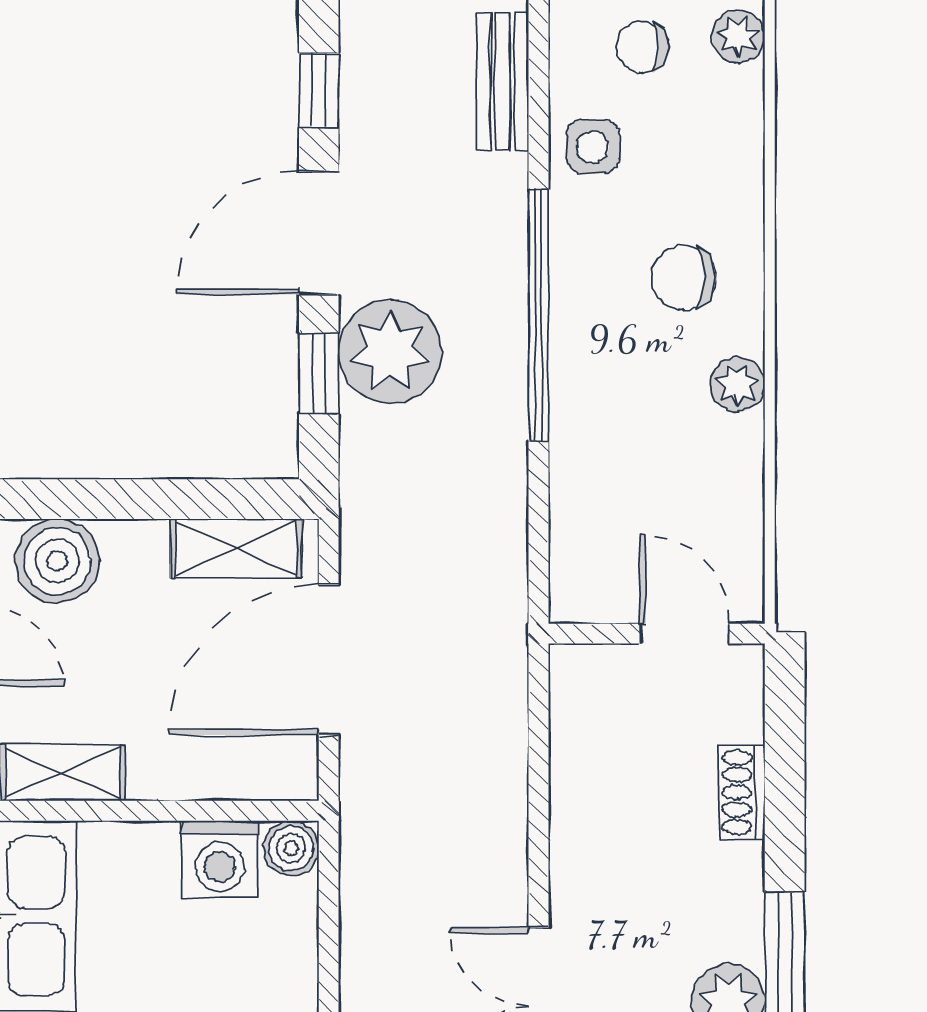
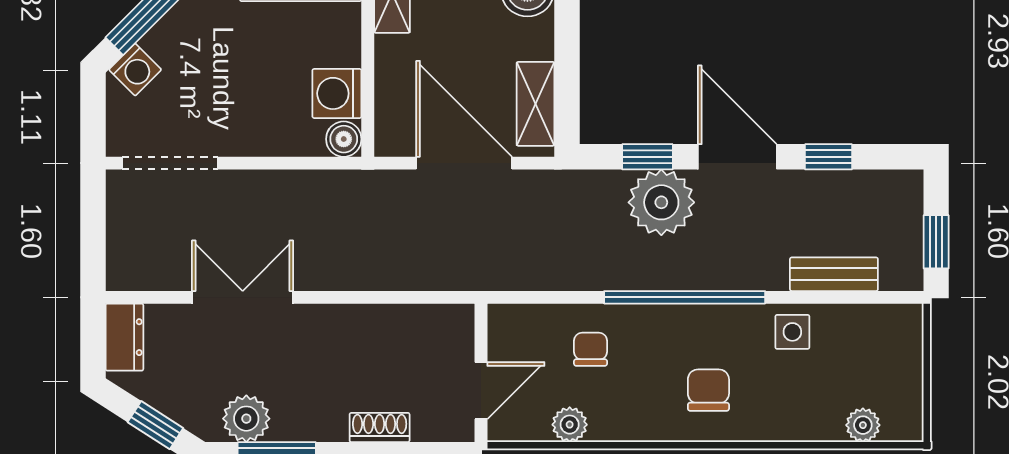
chair: (642, 47) -> (591, 349), moved
plant: (738, 384) -> (570, 425), moved

